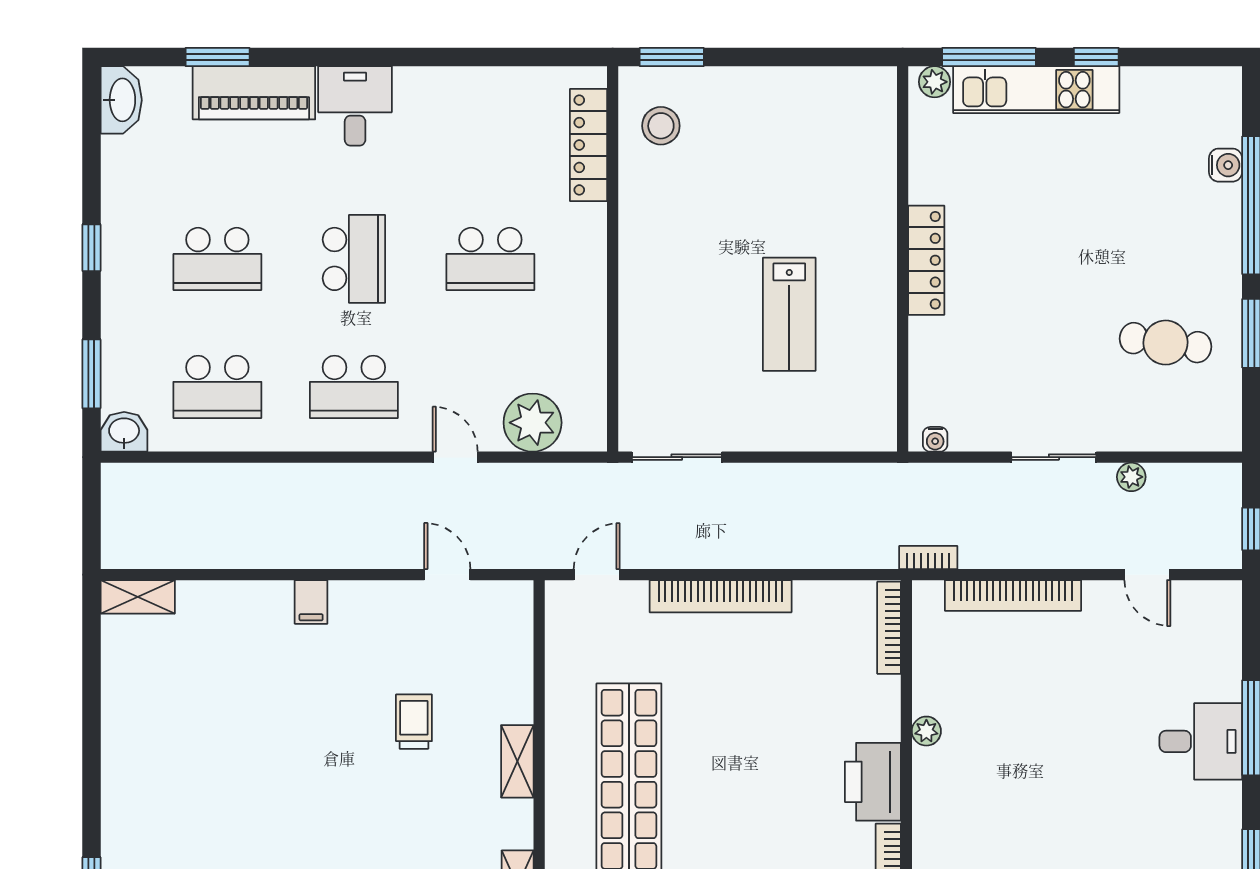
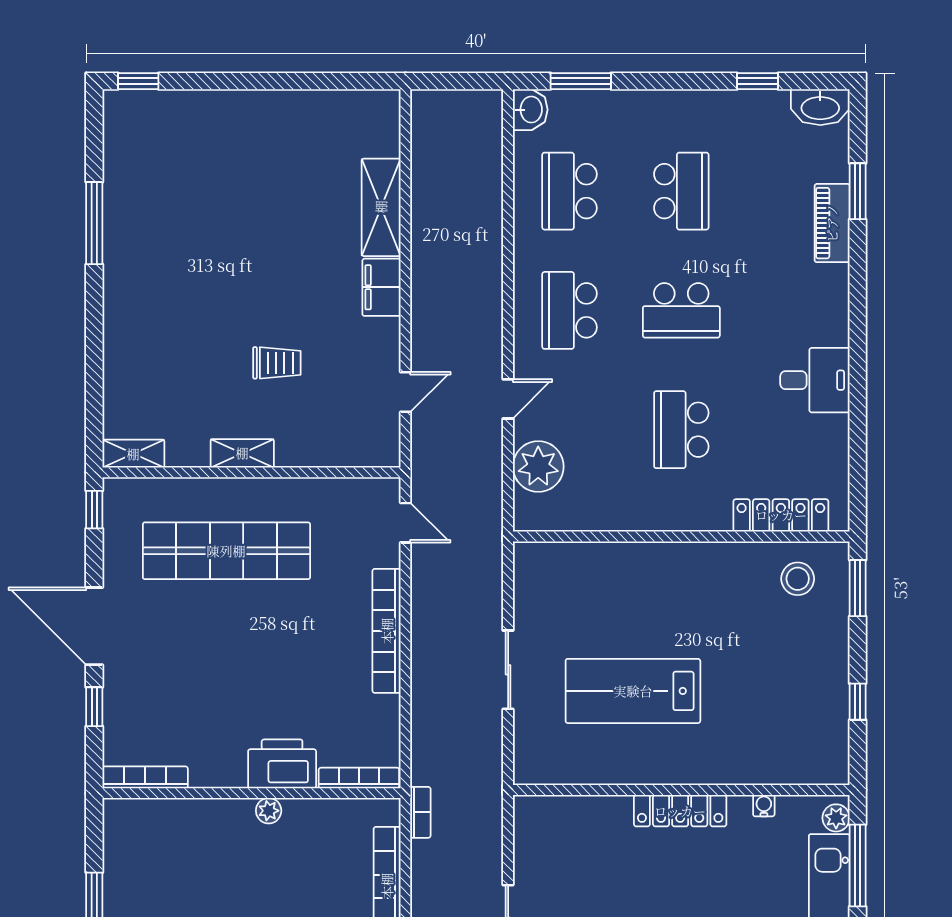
window: (802, 57) -> (858, 702), added
piano: (254, 93) -> (832, 223), width x0.73, depth x0.75
desk: (355, 106) -> (815, 380), moved
window: (91, 248) -> (757, 81), moved
school desk: (217, 259) -> (681, 191), turned 180
lab bench: (789, 314) -> (633, 691), width x1.36, depth x1.39
water cooler: (935, 439) -> (764, 806), moved, turned 90
sliding door: (677, 457) -> (508, 670), moved
shelving: (138, 597) -> (381, 207), moved, width x1.50, depth x1.33
filing cabinet: (311, 602) -> (381, 287), width x2.00
printer: (873, 782) -> (282, 764), moved

